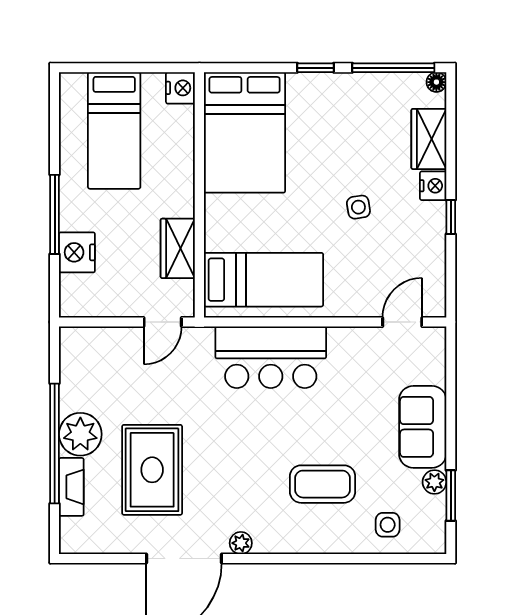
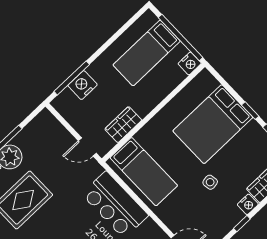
window: (136, 68) -> (181, 37), added
bed: (245, 132) -> (213, 124), moved
window: (55, 214) -> (72, 78), moved

